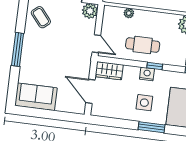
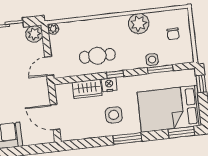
plant: (129, 13) -> (53, 29), moved
door: (96, 44) -> (49, 66), swing flipped
wardrobe: (109, 71) -> (87, 89), moved

